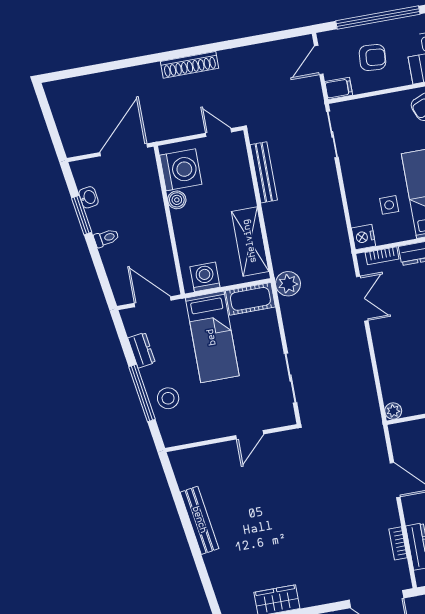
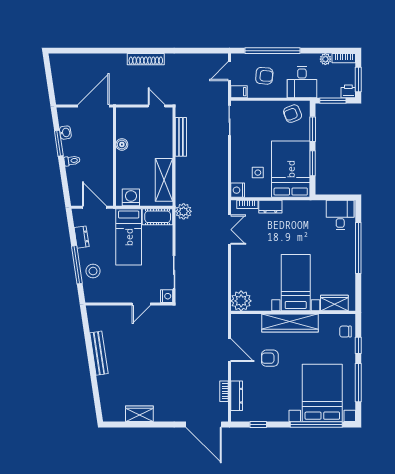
washing machine: (181, 170) -> (128, 126), removed
plant: (393, 411) -> (241, 301), width x1.87, depth x1.87
nightstand: (286, 416) -> (167, 296), added

